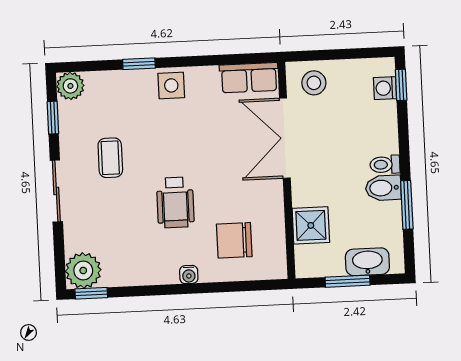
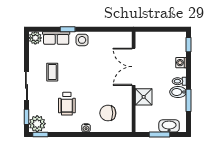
row of seats: (249, 78) -> (56, 38), moved
stool: (314, 83) -> (148, 42), removed
washing machine: (385, 88) -> (181, 63), moved
window: (53, 118) -> (26, 117), moved
wheelchair: (175, 203) -> (67, 104), moved
shower: (311, 225) -> (144, 97), moved

